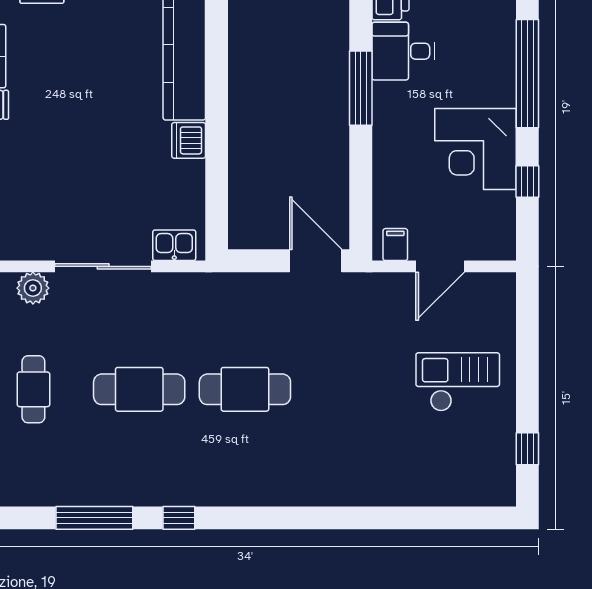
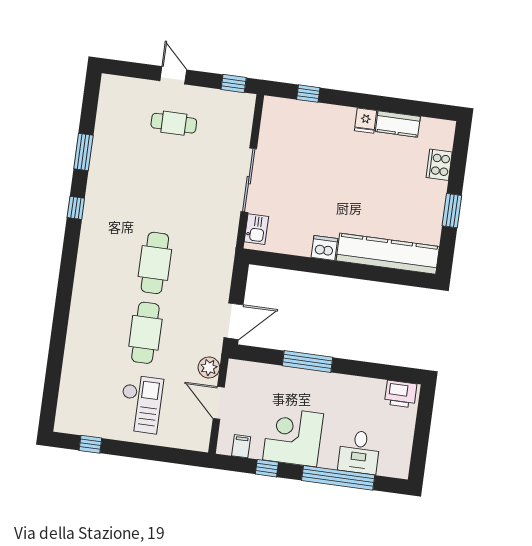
desk: (403, 51) -> (359, 452), moved, turned 180
window: (361, 88) -> (307, 361), moved
filing cabinet: (395, 245) -> (241, 446), moved, turned -90
plant: (33, 288) -> (209, 368), moved
cafe table: (139, 389) -> (145, 333), moved
window: (94, 518) -> (83, 152), width x0.69

